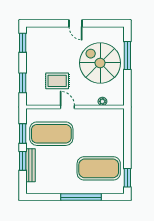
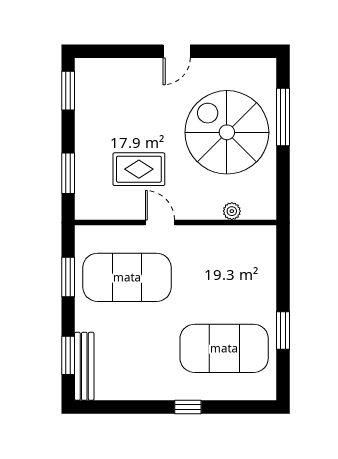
door: (76, 23) -> (177, 51), hinge flipped
window: (23, 161) -> (68, 355), moved
bench: (30, 165) -> (84, 366), moved
window: (127, 178) -> (283, 331), moved
window: (81, 197) -> (188, 407), width x0.32

